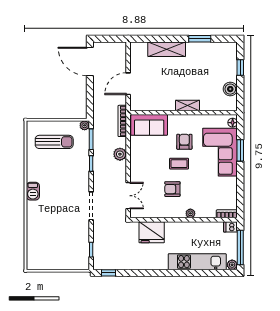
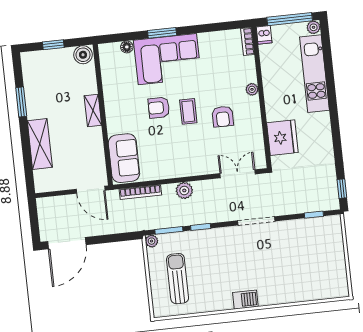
shelving: (188, 105) -> (93, 110), moved
wall: (184, 113) -> (103, 115), moved
sofa: (149, 125) -> (124, 158), moved

